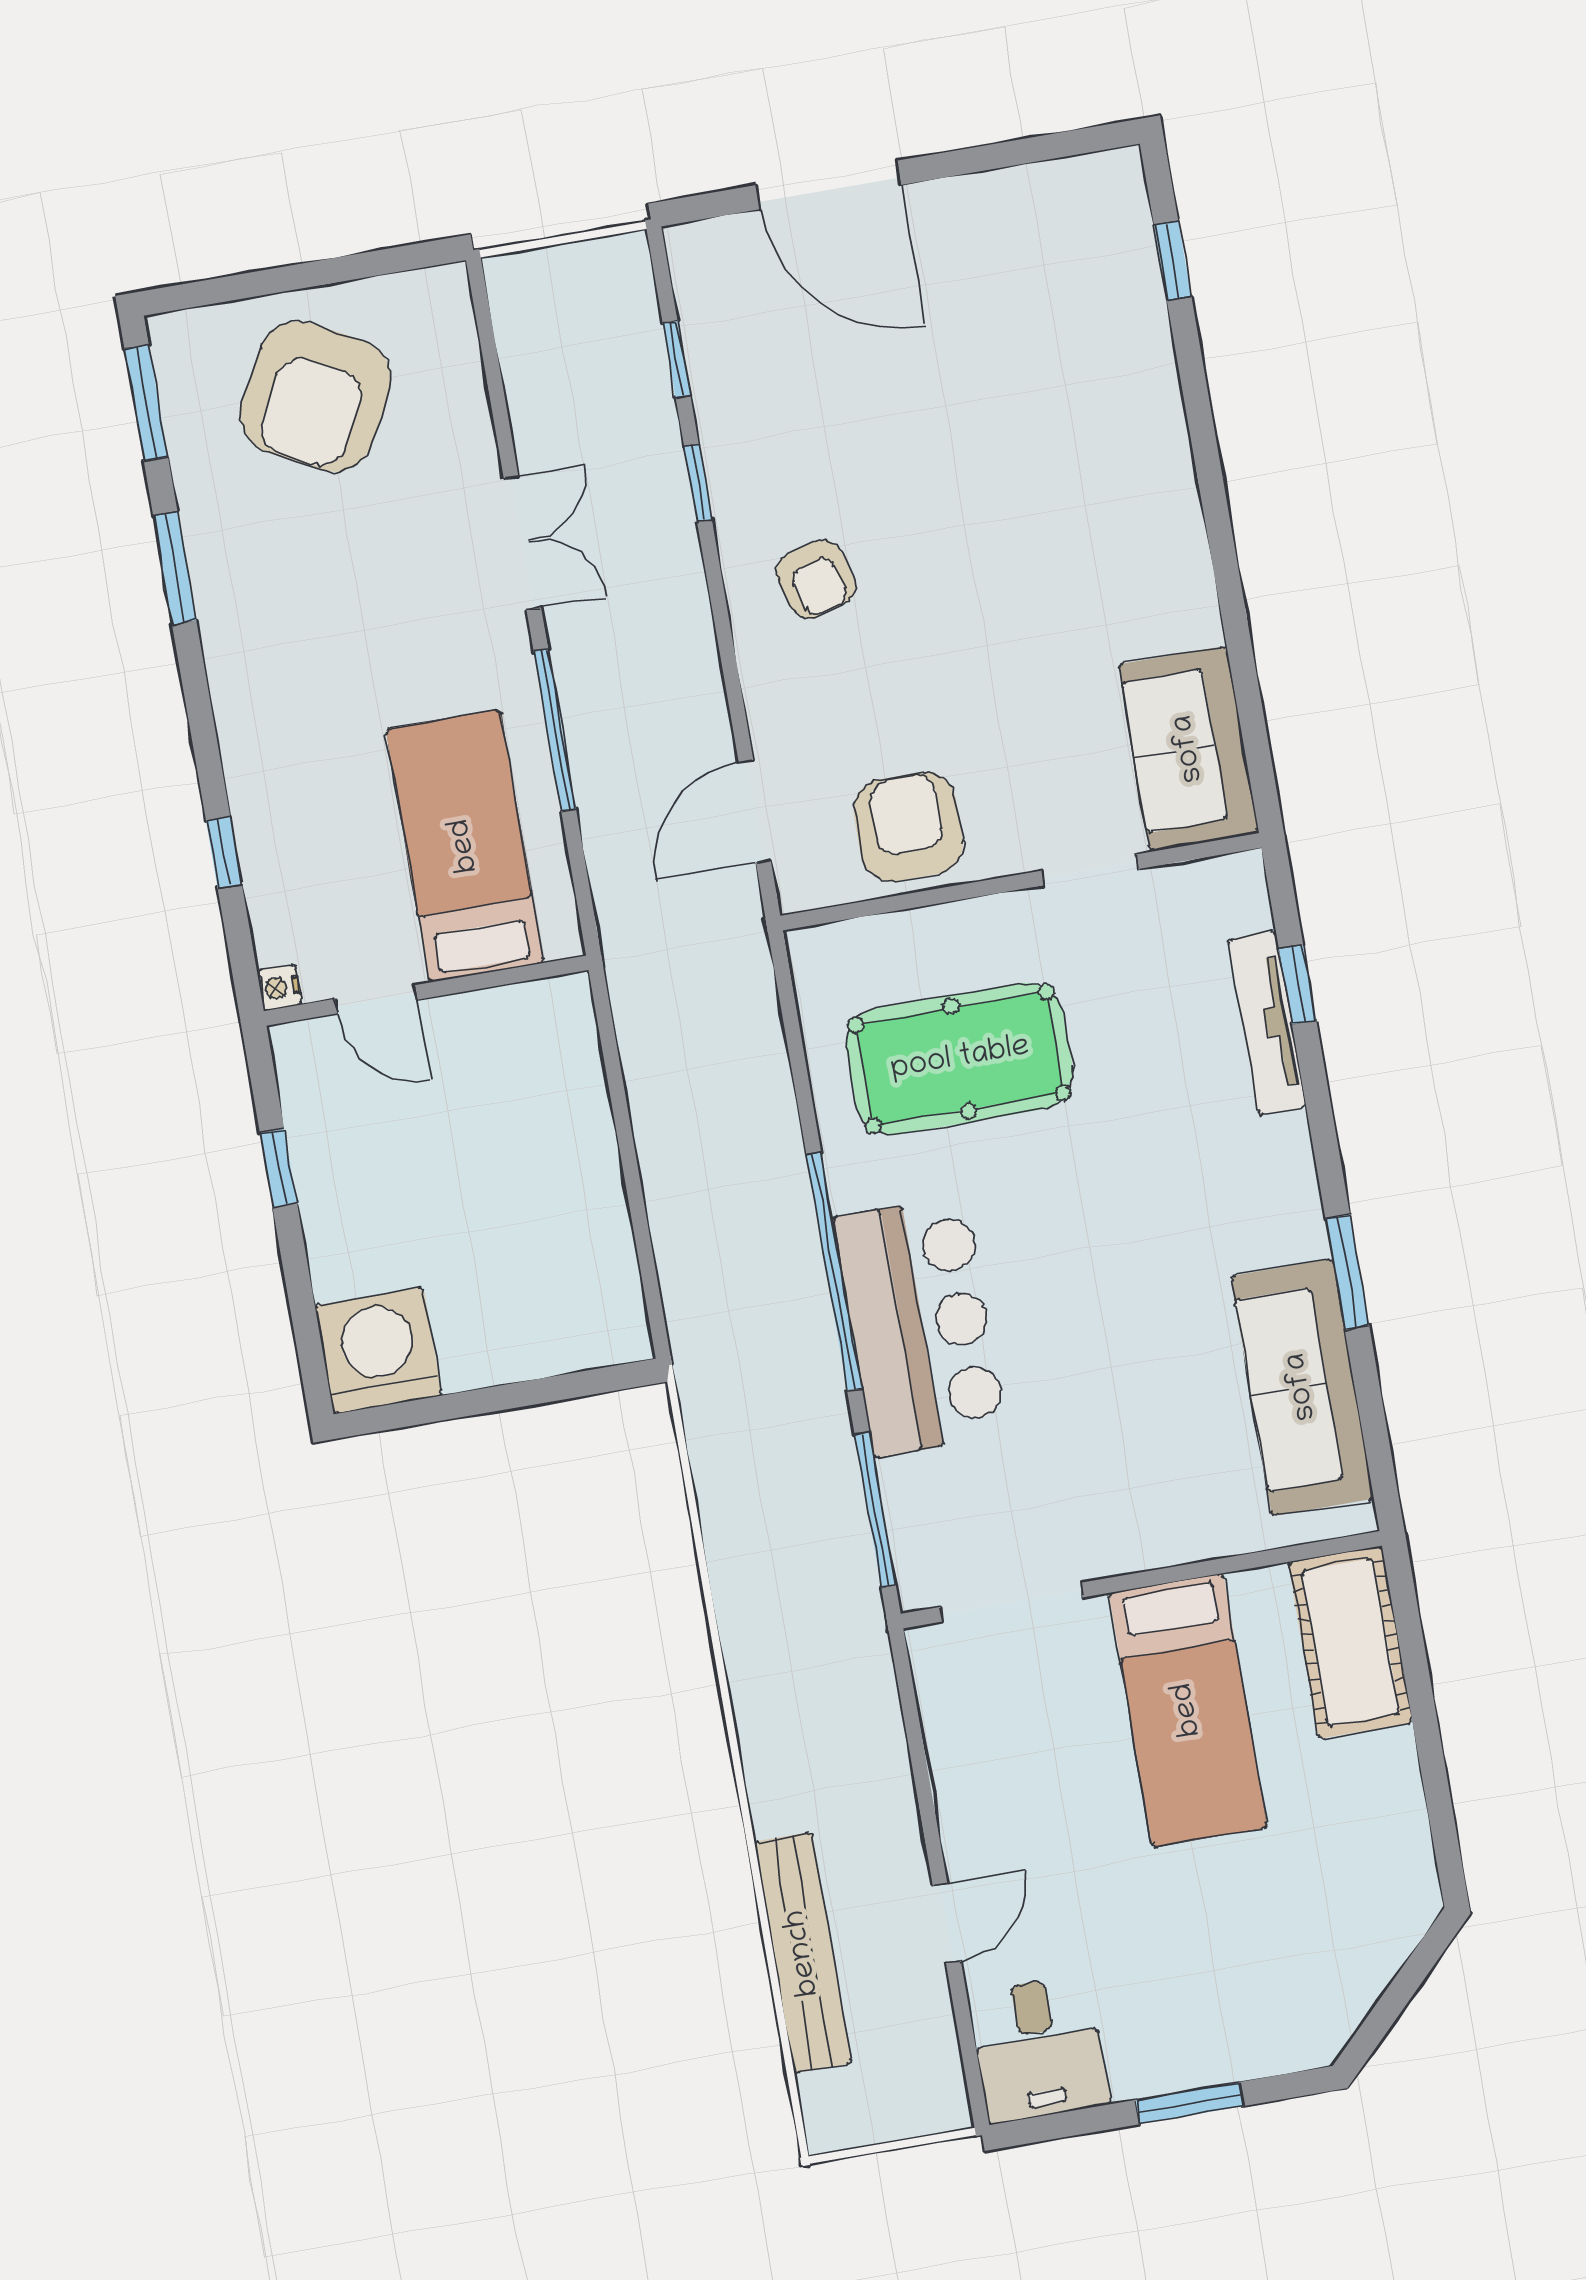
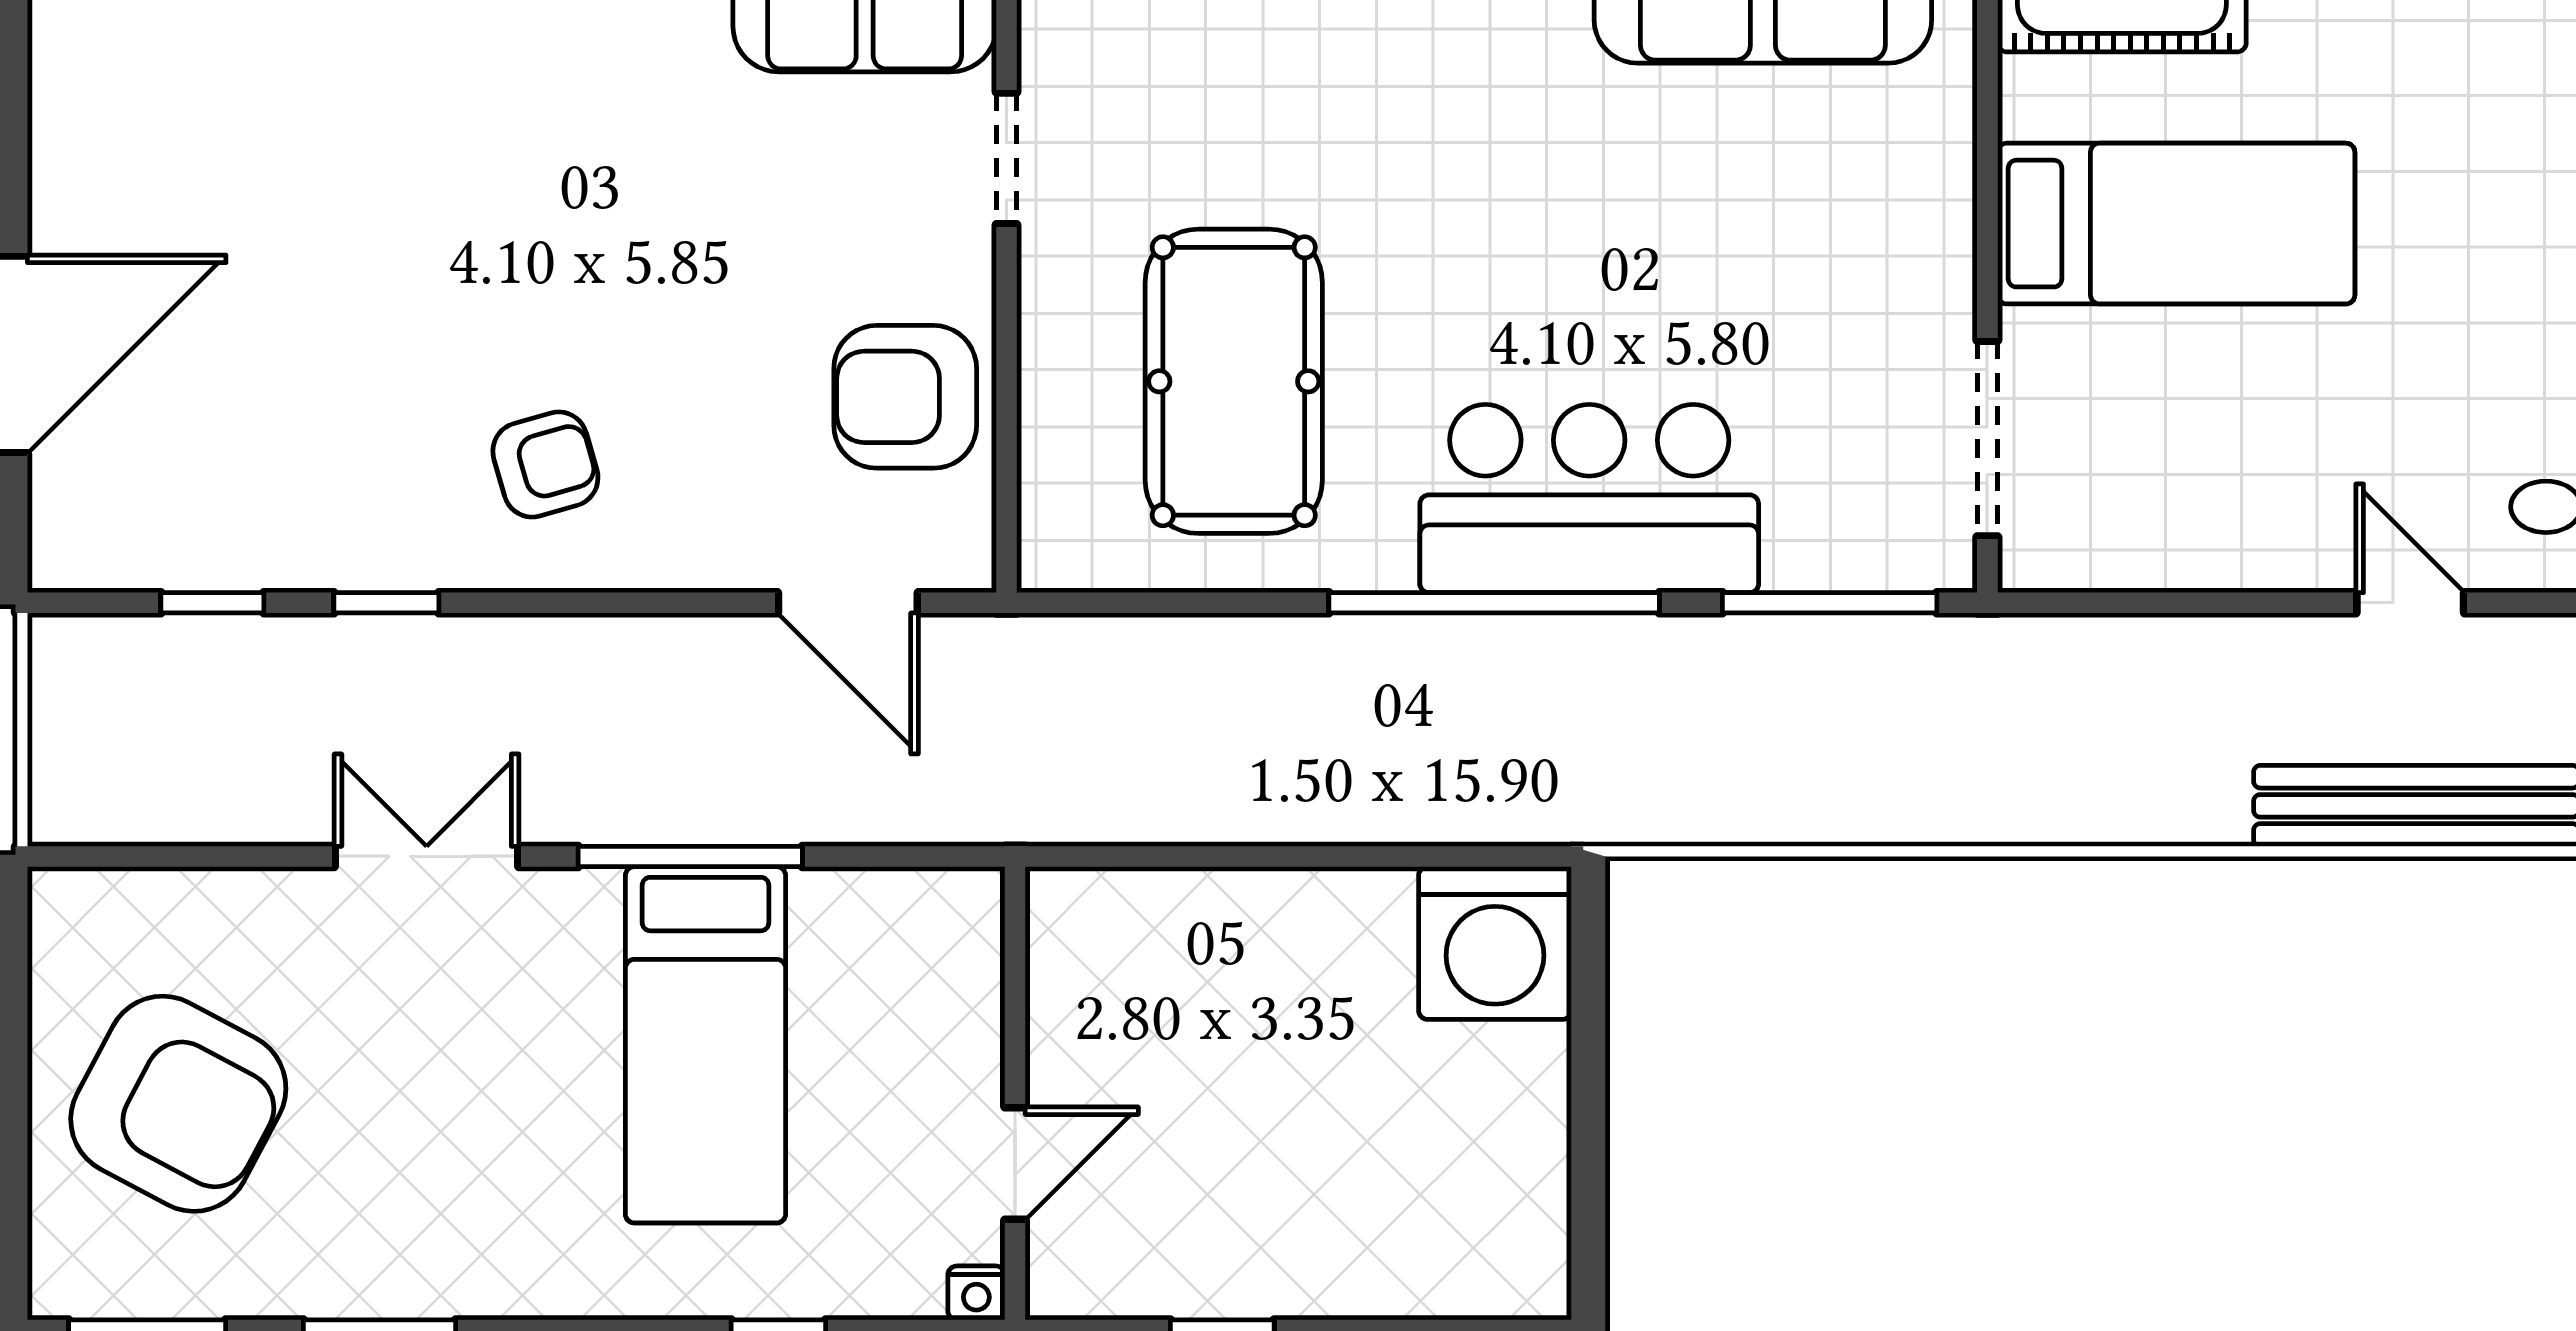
bed: (465, 846) -> (705, 1045), moved, turned -90
washing machine: (378, 1351) -> (1495, 943), moved, turned -90

